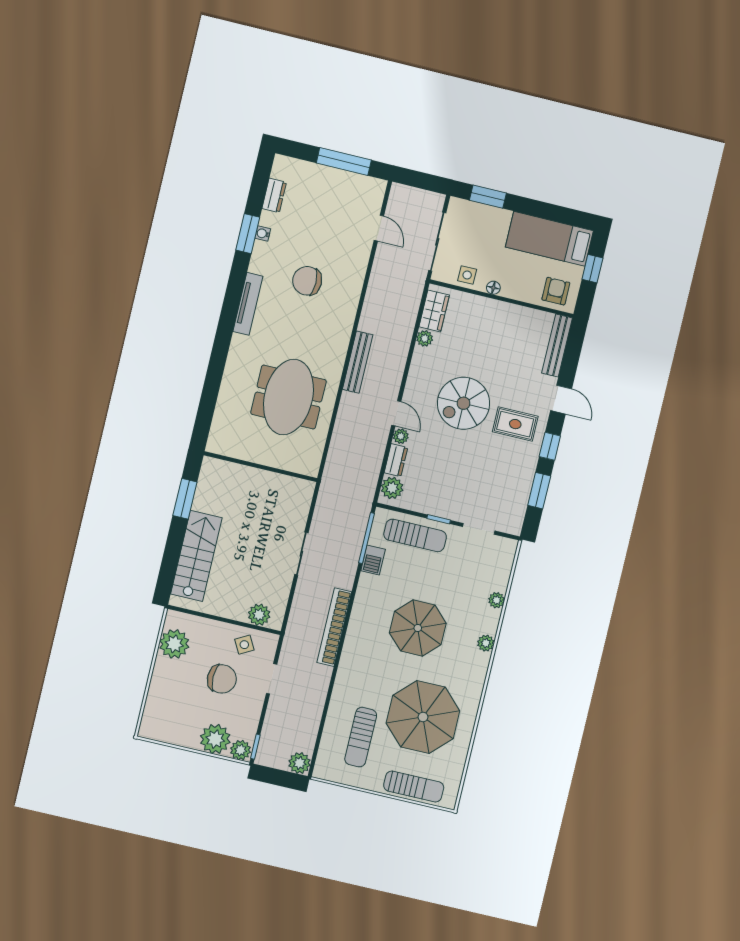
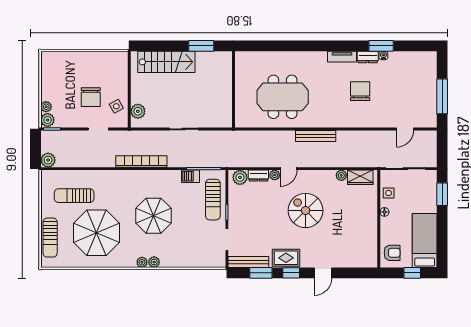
dresser: (274, 195) -> (368, 57), moved
tv unit: (248, 304) -> (342, 57), width x0.71
bench: (557, 346) -> (248, 262), moved
rug: (515, 424) -> (286, 258), moved, turned 90
plant: (496, 600) -> (142, 262), moved
plant: (174, 644) -> (106, 61), removed
plant: (215, 739) -> (46, 107), width x0.53, depth x0.53

